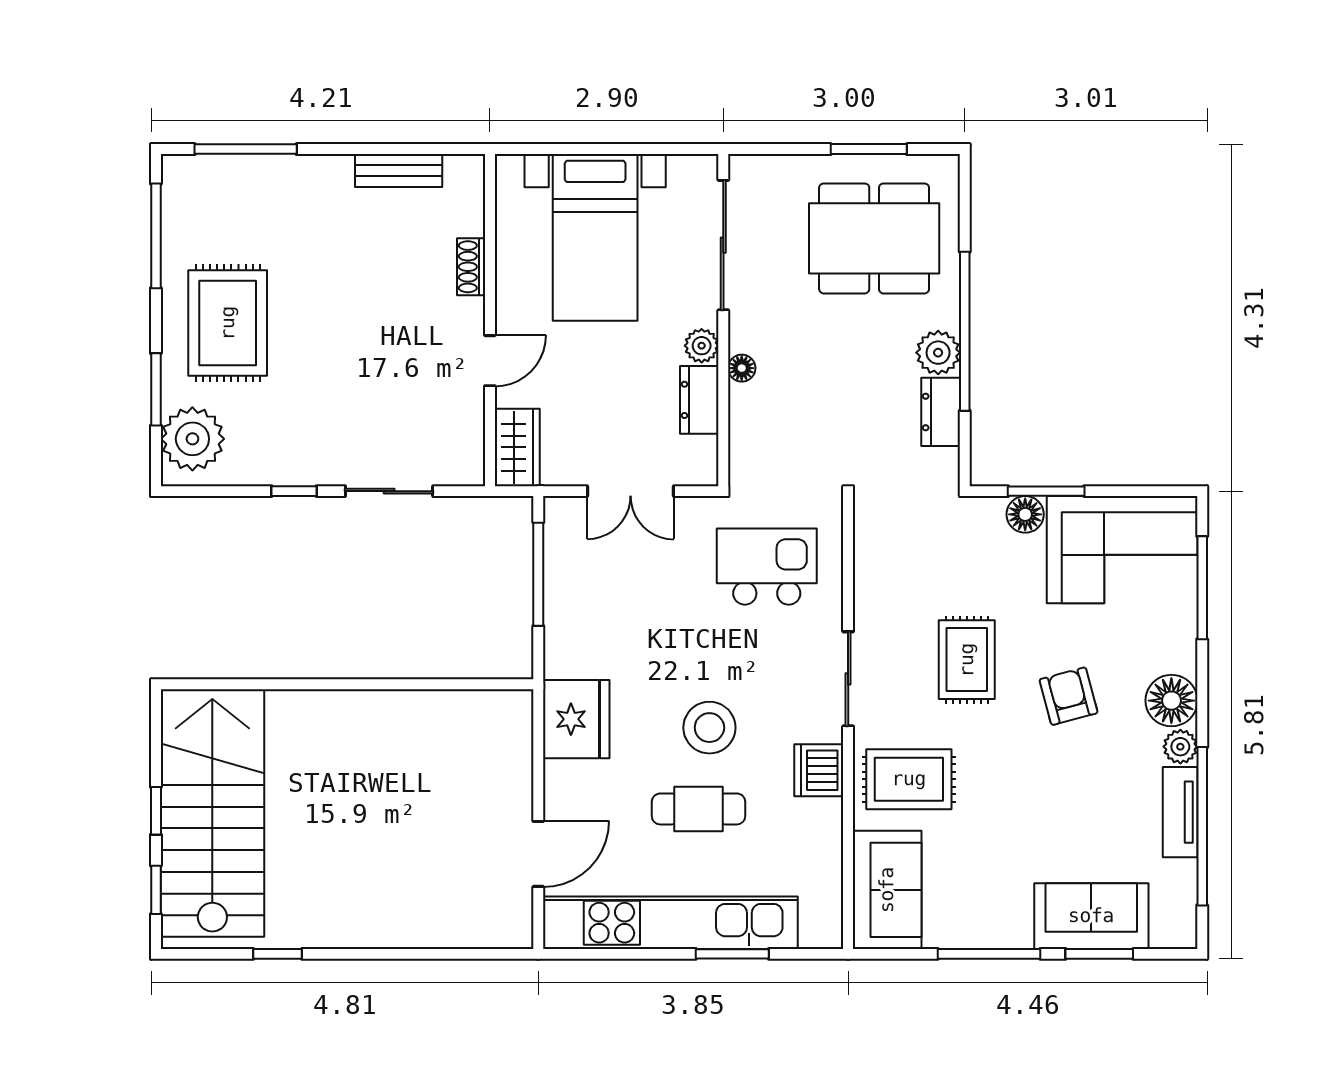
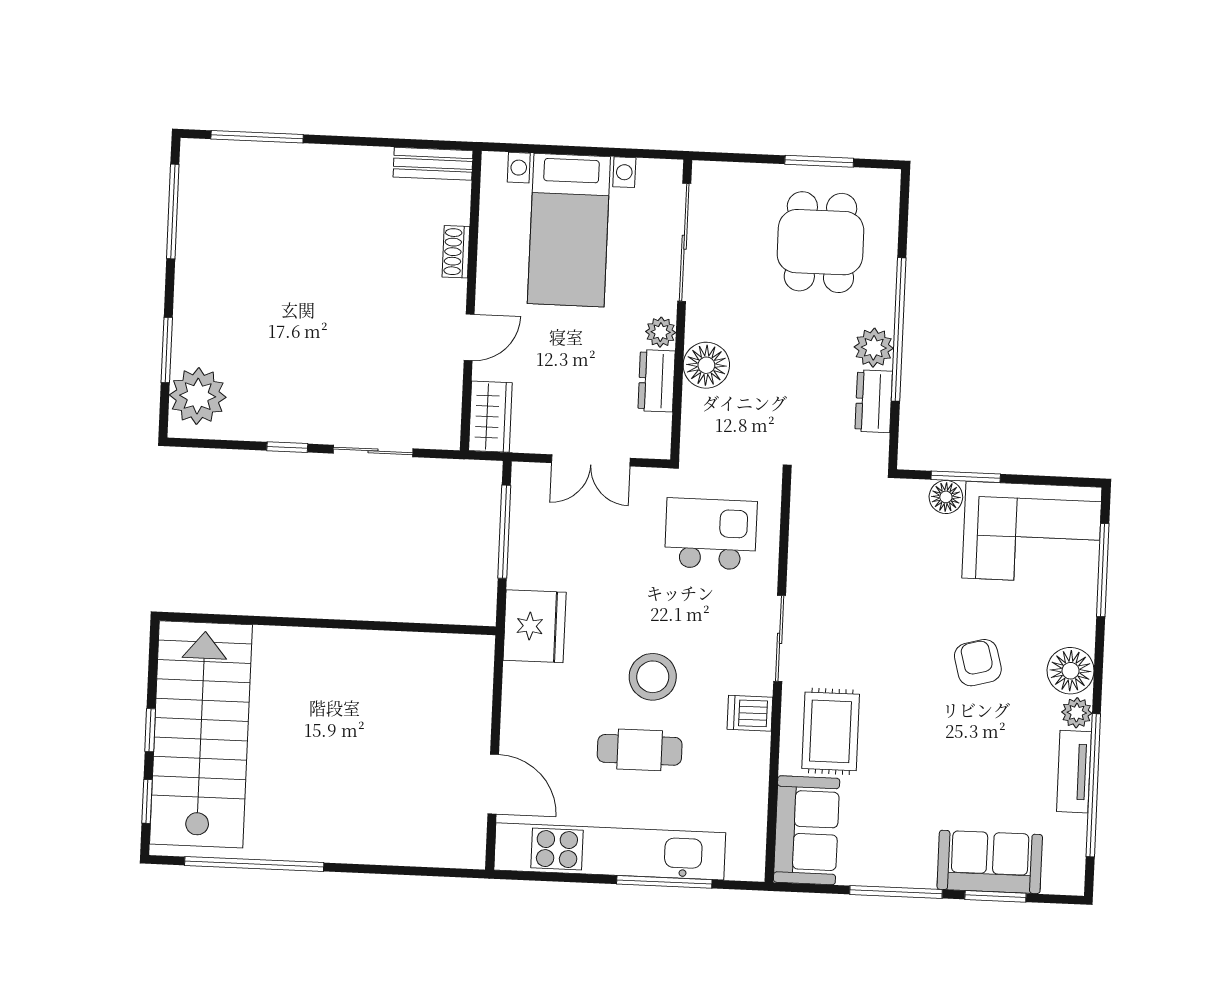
bench: (399, 170) -> (433, 164), moved
dining table: (874, 238) -> (820, 242), width x0.73
rug: (228, 323) -> (234, 293), removed
floor lamp: (742, 368) -> (706, 365), width x1.89, depth x1.89
rug: (967, 660) -> (887, 626), removed
fridge: (576, 719) -> (535, 626), moved
dishwasher: (819, 770) -> (750, 713), width x0.73
rug: (909, 779) -> (831, 731), turned 90
door: (538, 854) -> (493, 784), hinge flipped
window: (278, 954) -> (254, 864), width x3.17
window: (732, 954) -> (664, 882), width x1.44

